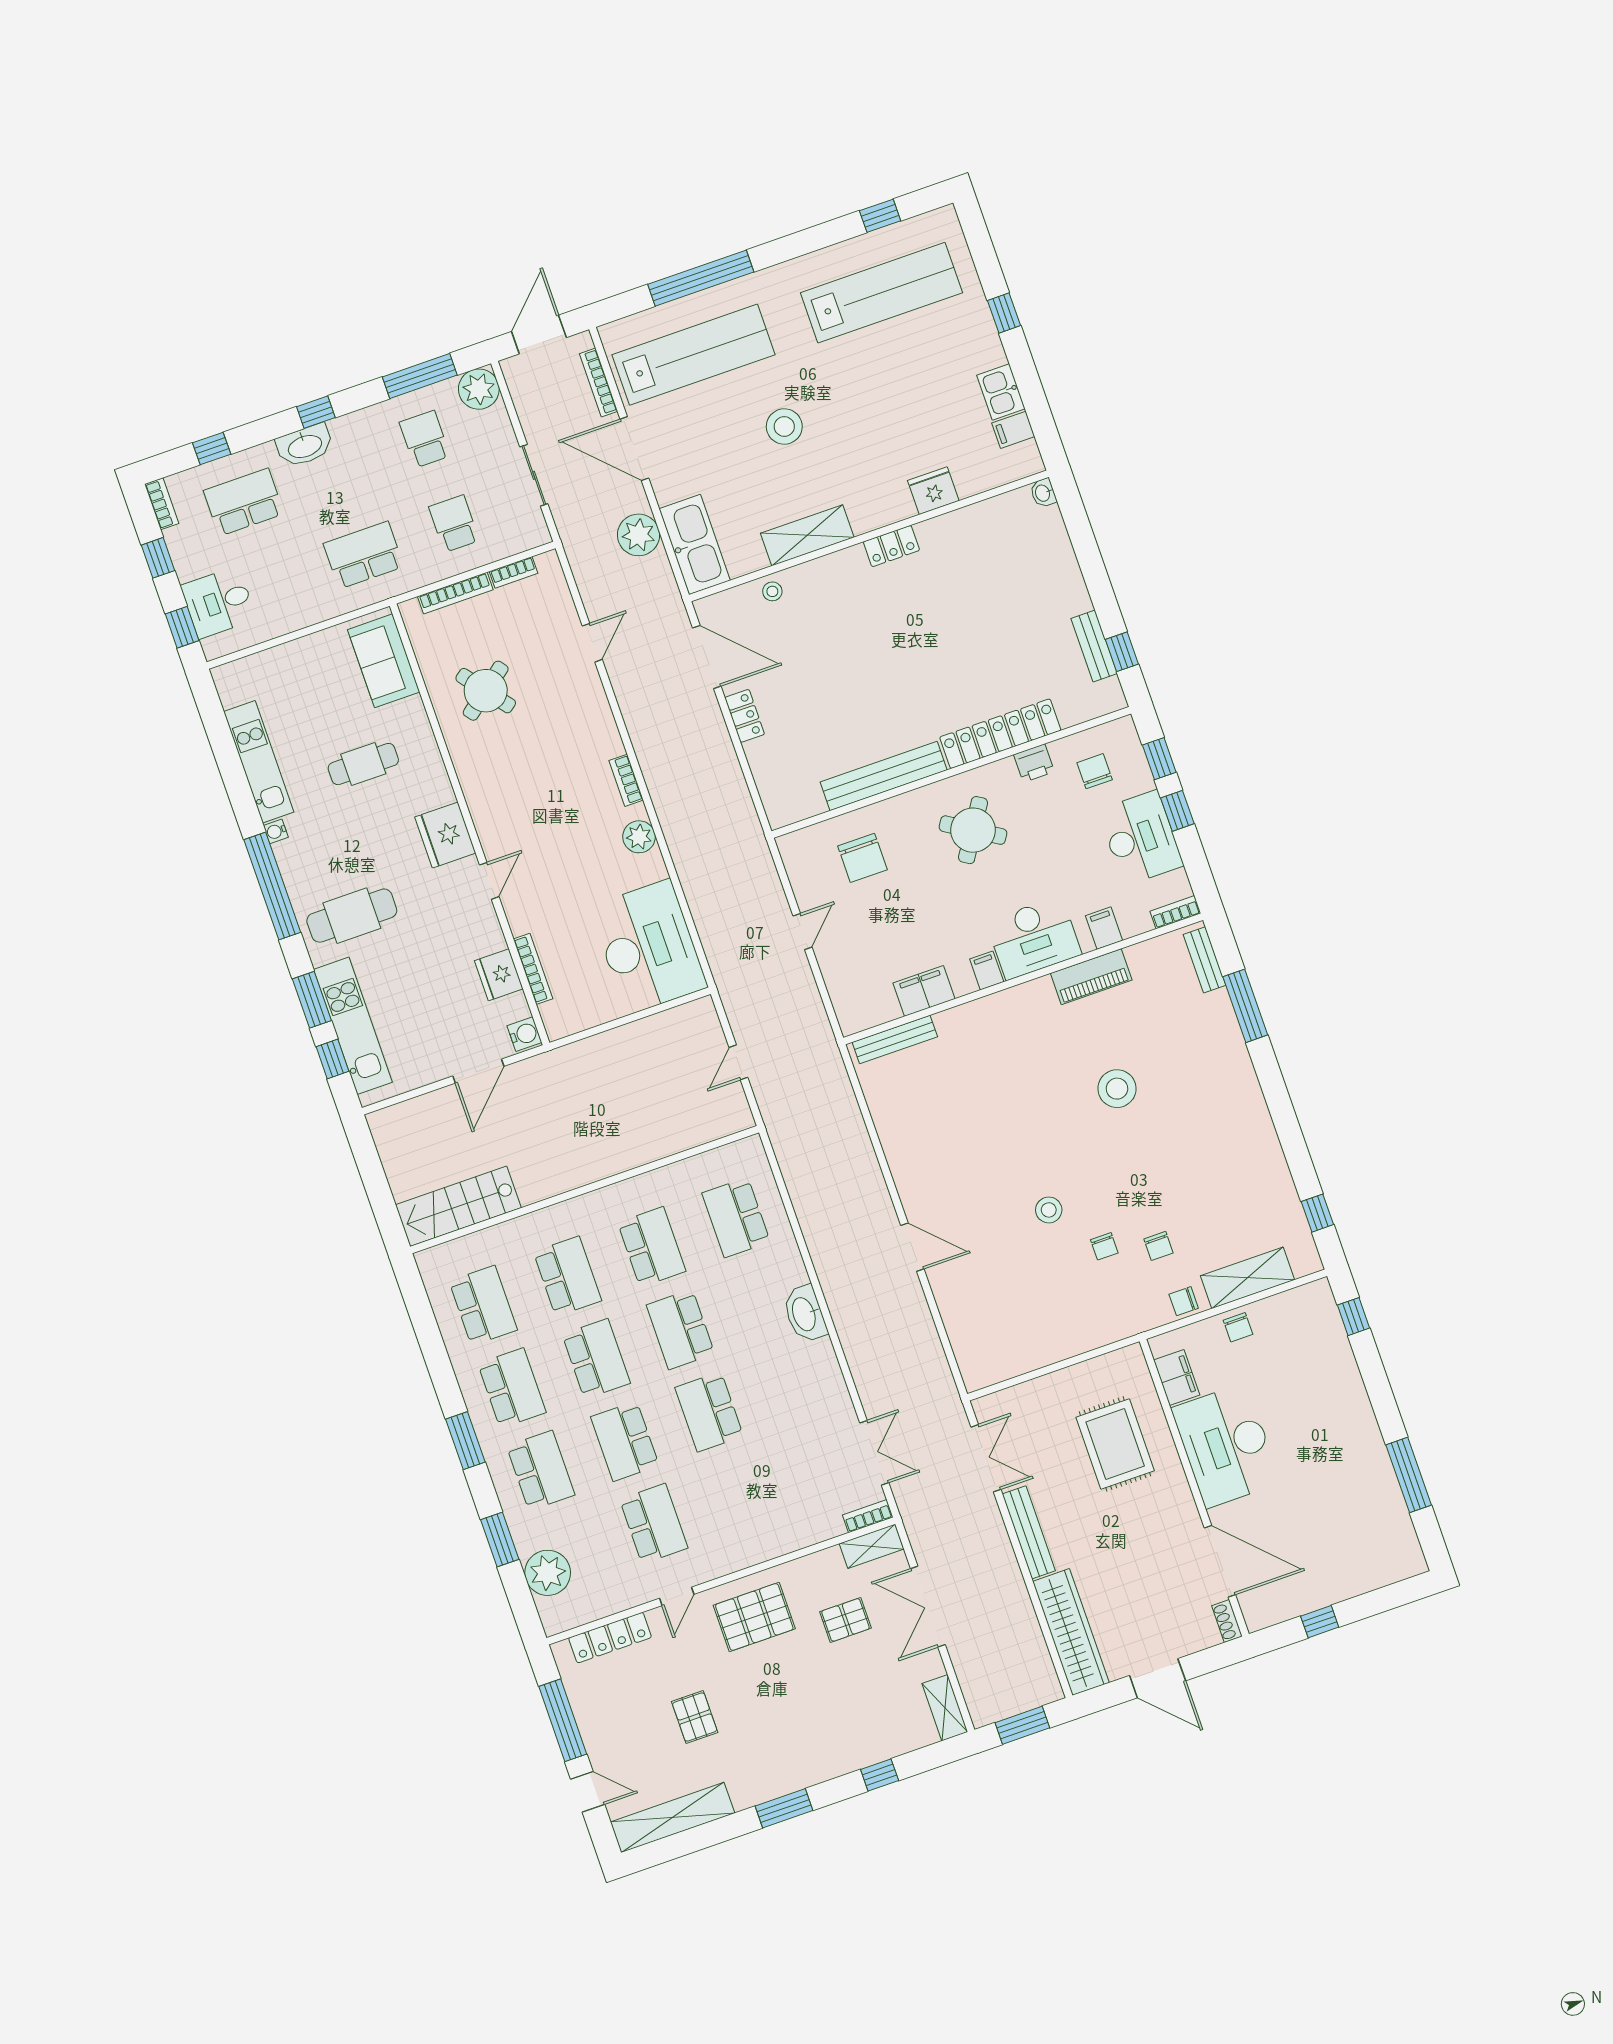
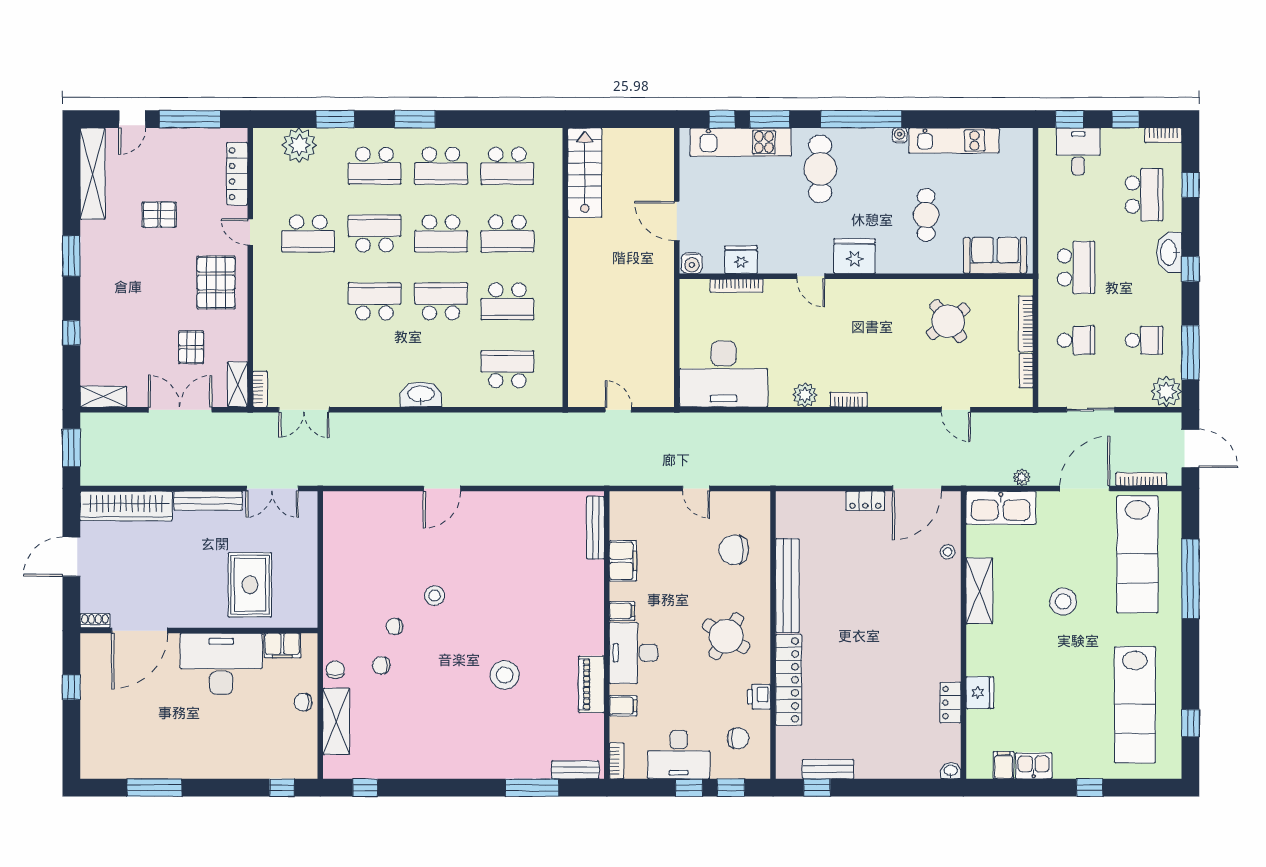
plant: (638, 535) -> (1022, 477), width x0.53, depth x0.53
locker: (891, 546) -> (951, 703), moved
rug: (1115, 1444) -> (250, 585), turned 90

